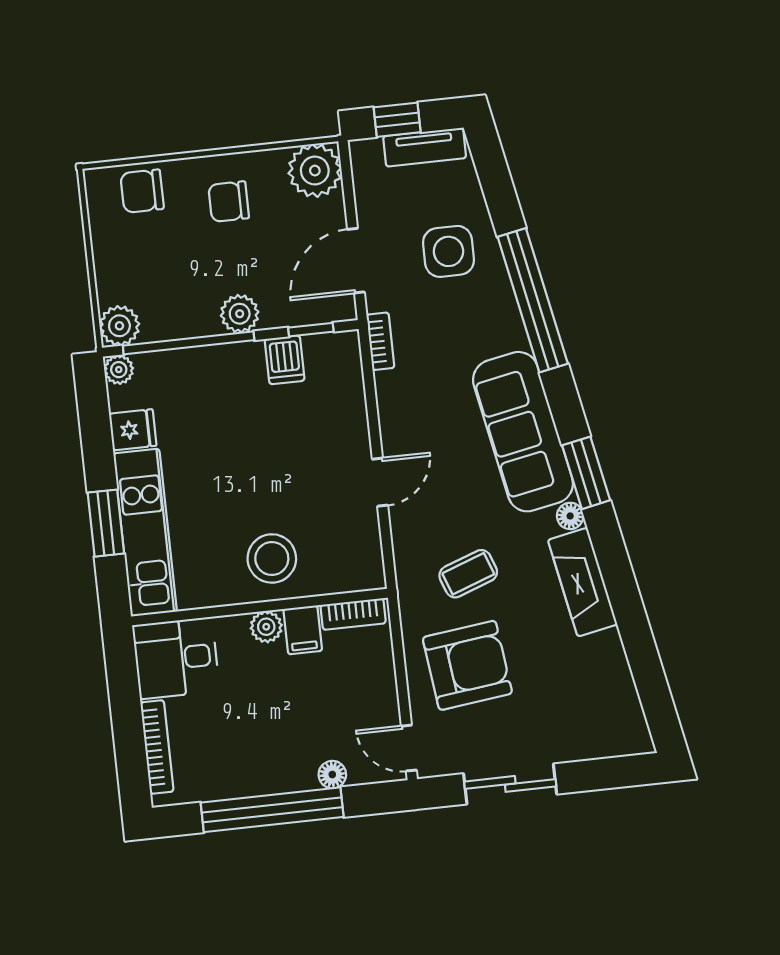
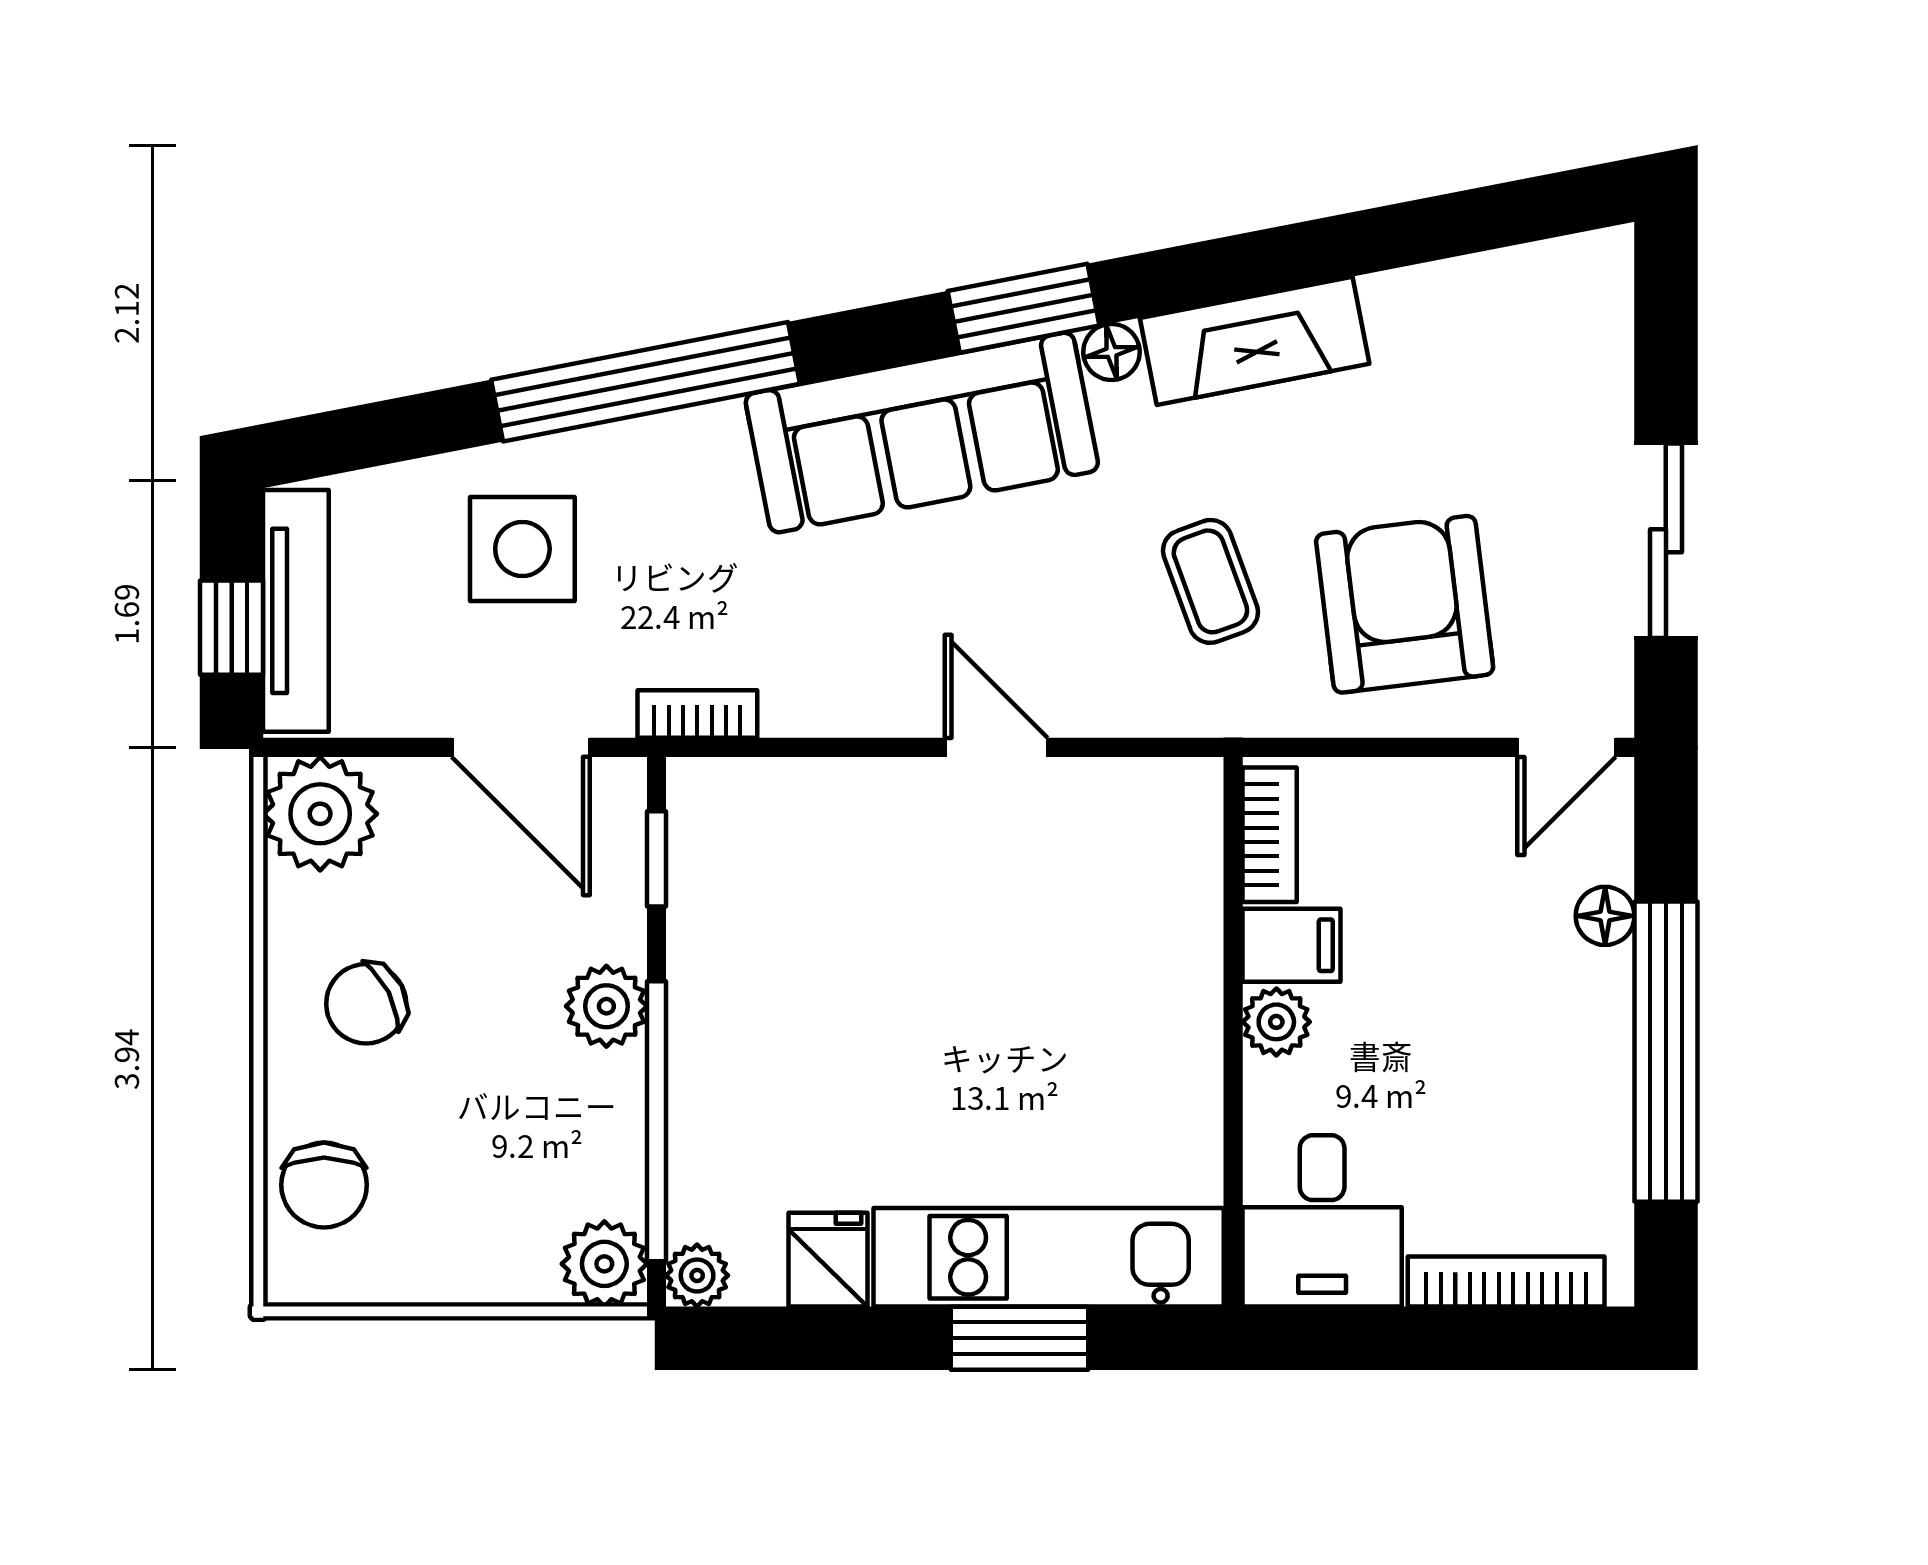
tv unit: (425, 147) -> (296, 611), width x1.41
chair: (229, 202) -> (366, 1004), turned 63
dishwasher: (285, 360) -> (715, 921), removed
stool: (272, 558) -> (1133, 994), removed

